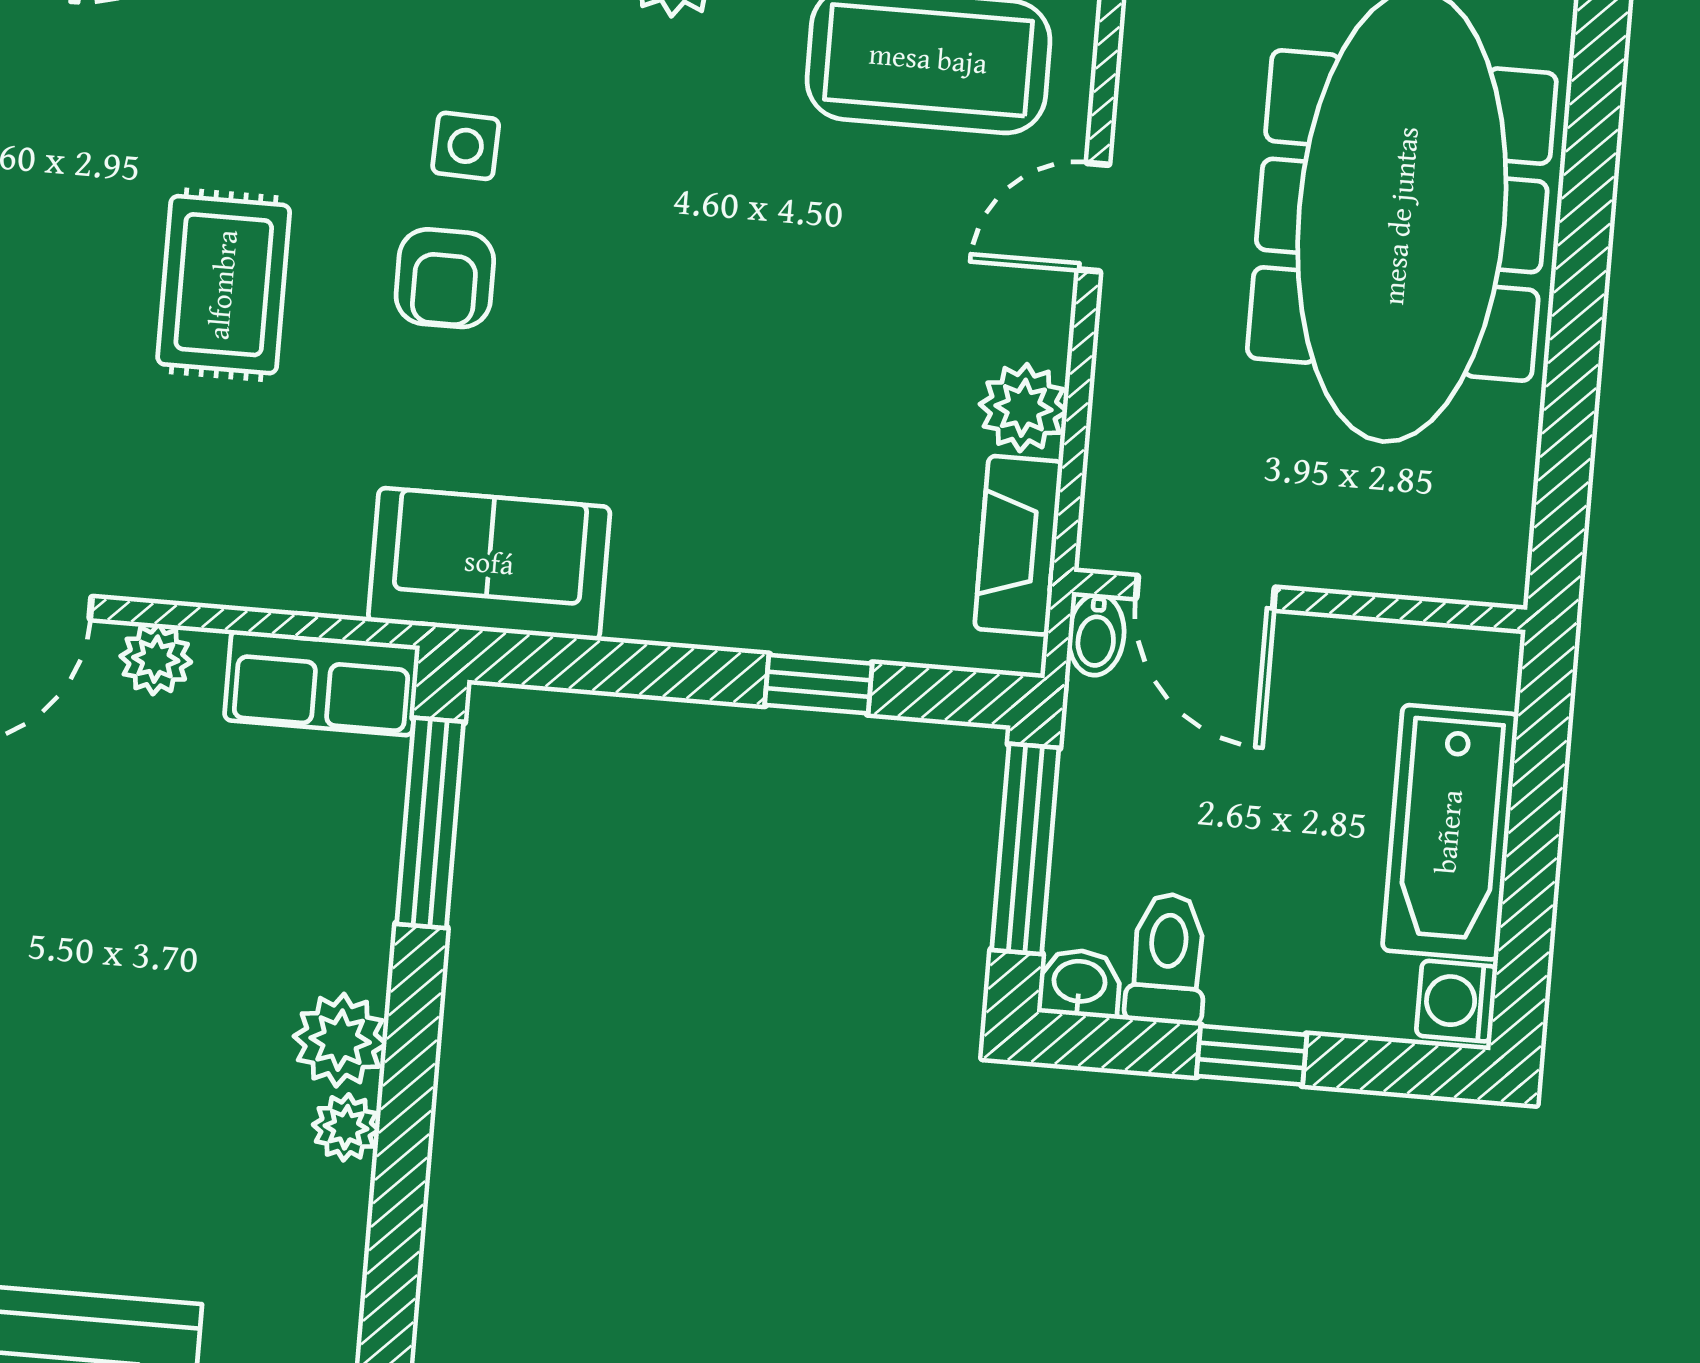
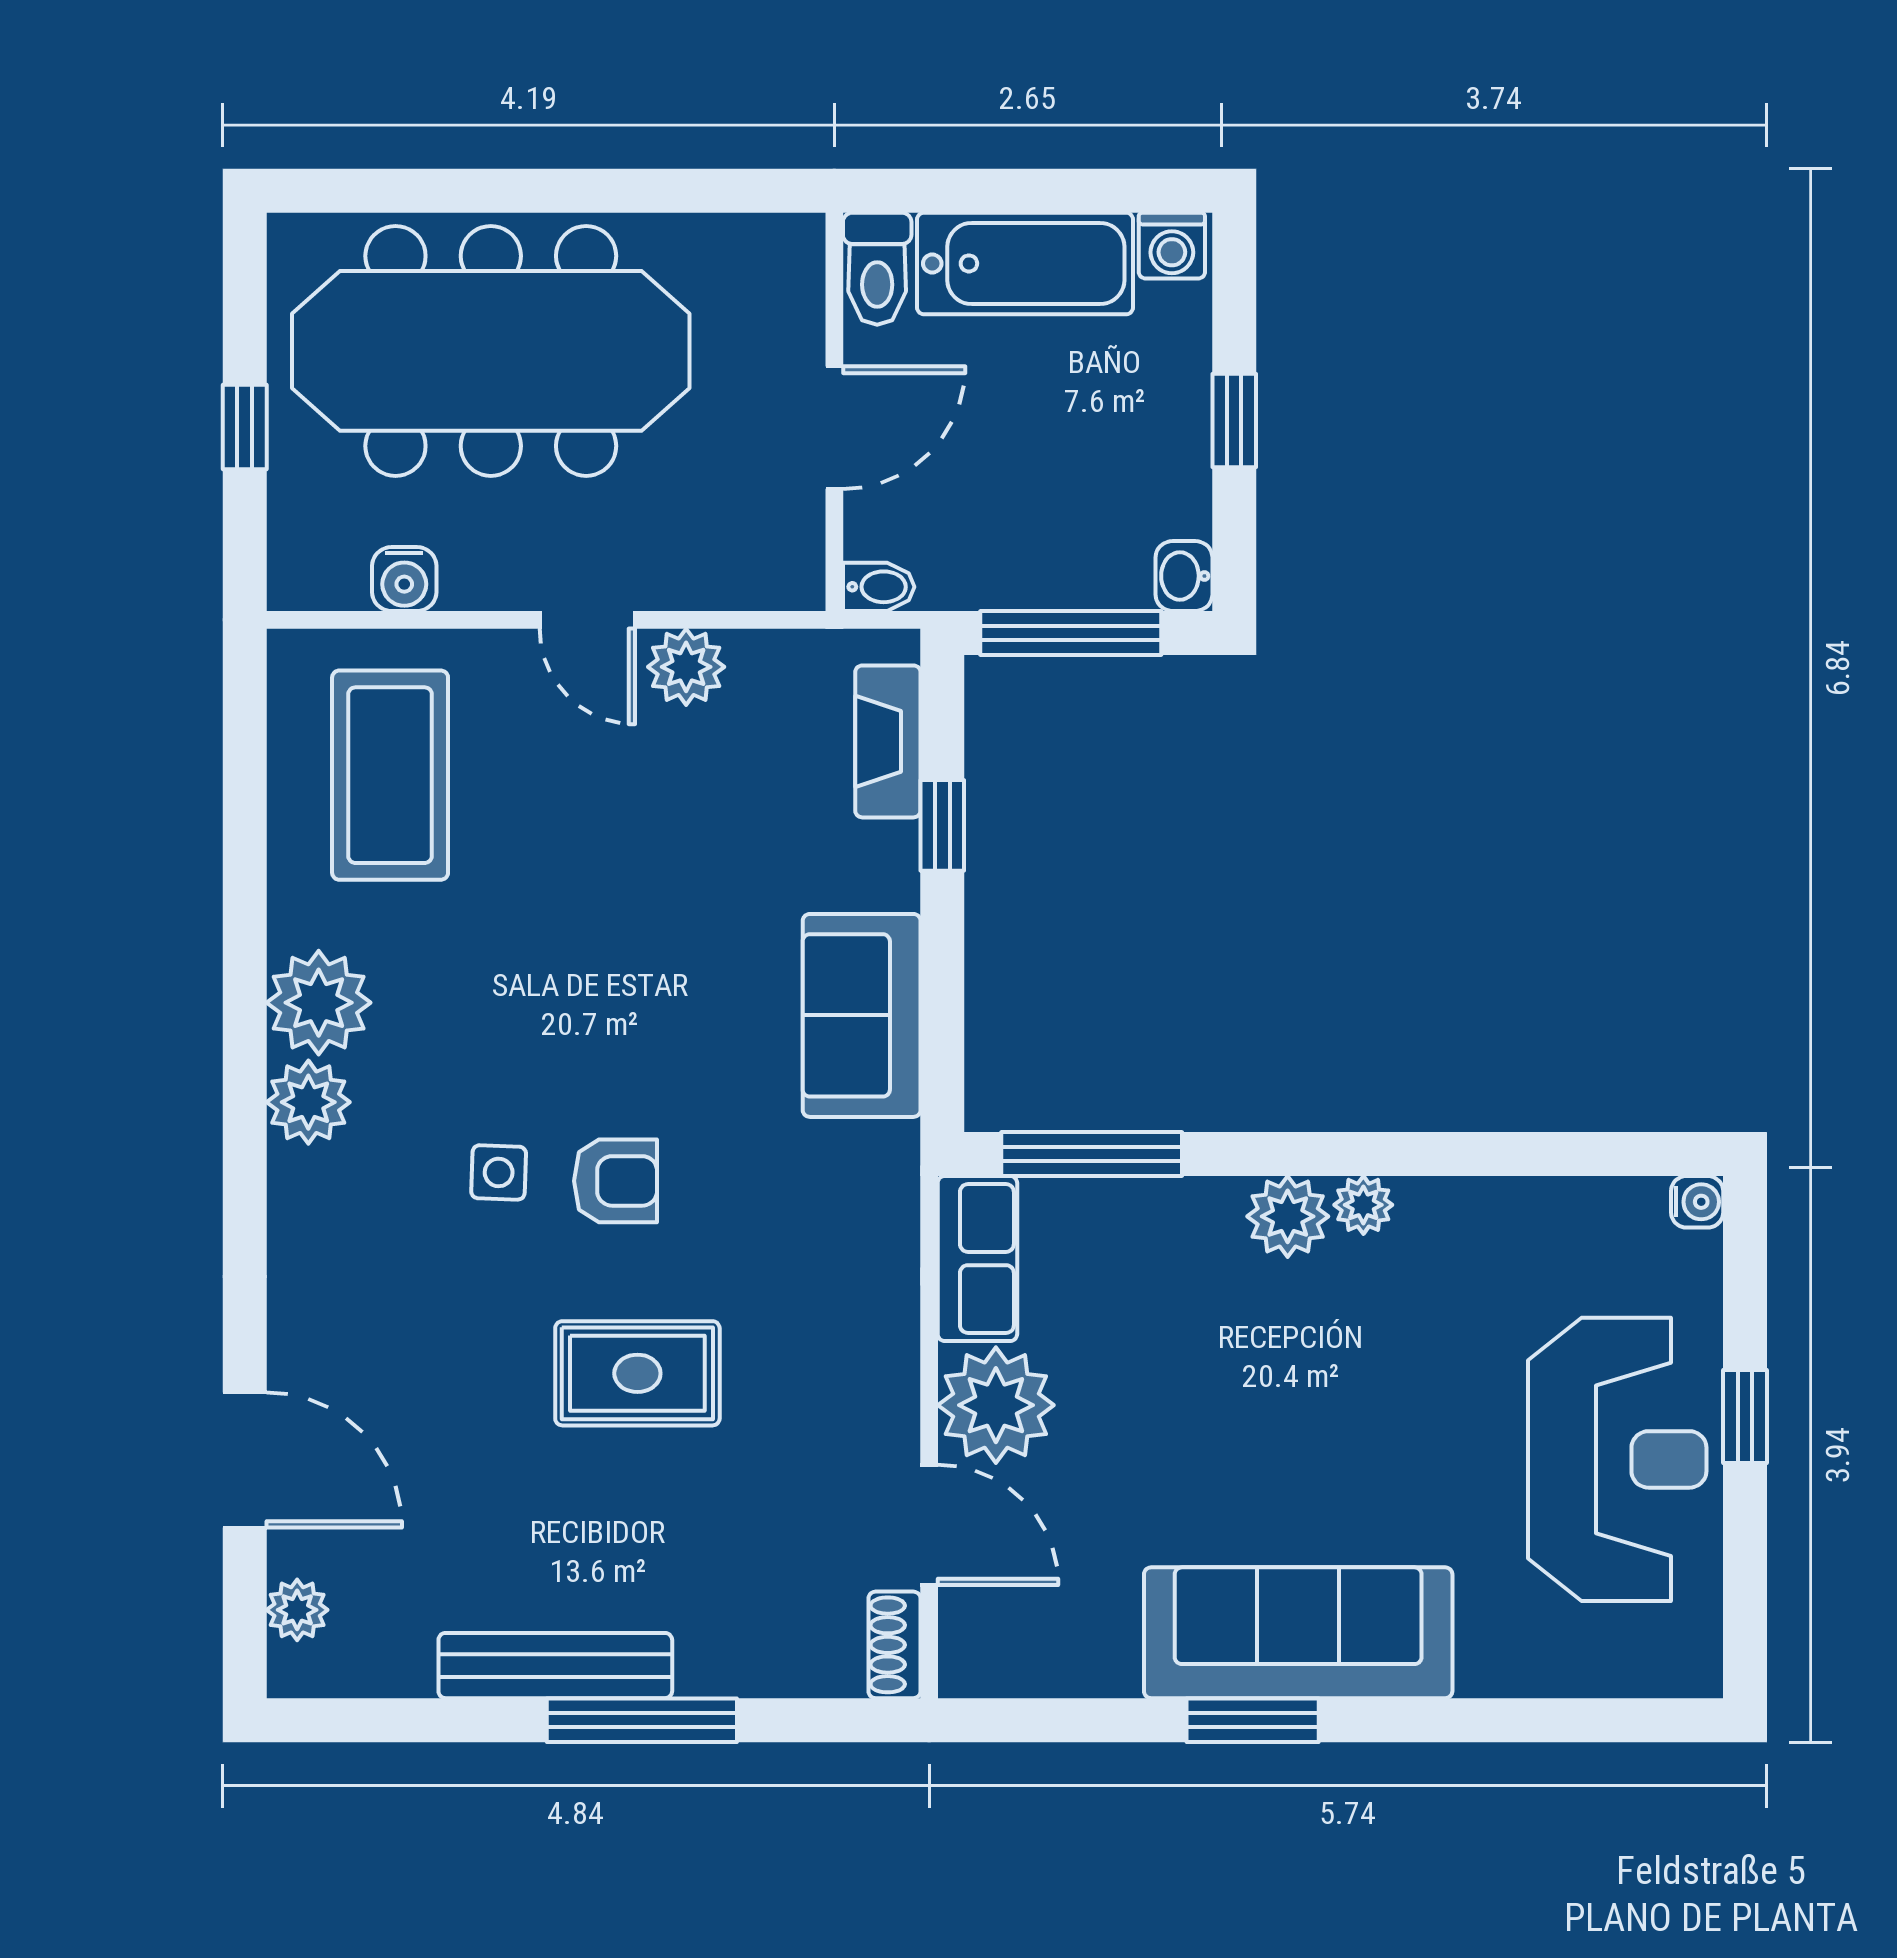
water cooler: (1150, 95) -> (404, 579), added
door: (1093, 217) -> (587, 620), moved
fireplace: (1019, 545) -> (888, 741), moved, turned 90
sofa: (489, 564) -> (862, 1015), moved
door: (1206, 593) -> (834, 428), moved
plant: (156, 659) -> (996, 1405), width x1.88, depth x1.88
toilet: (1167, 959) -> (877, 269), moved, turned -90

